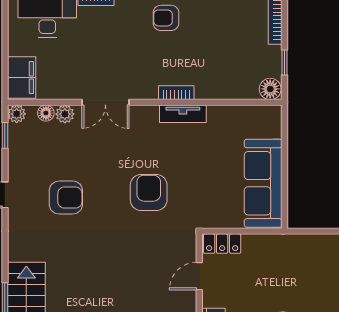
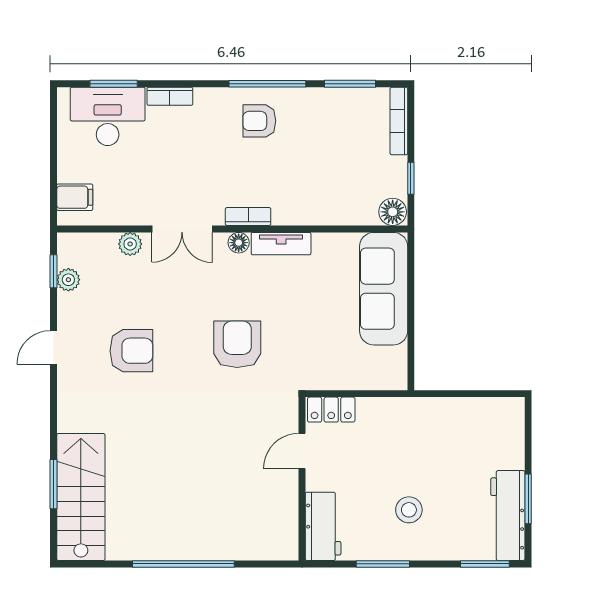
filing cabinet: (22, 77) -> (75, 197), width x0.50
bookcase: (176, 93) -> (248, 217), moved
floor lamp: (46, 113) -> (239, 243), moved
plant: (17, 114) -> (68, 280), moved
sofa: (263, 183) -> (384, 289), moved

